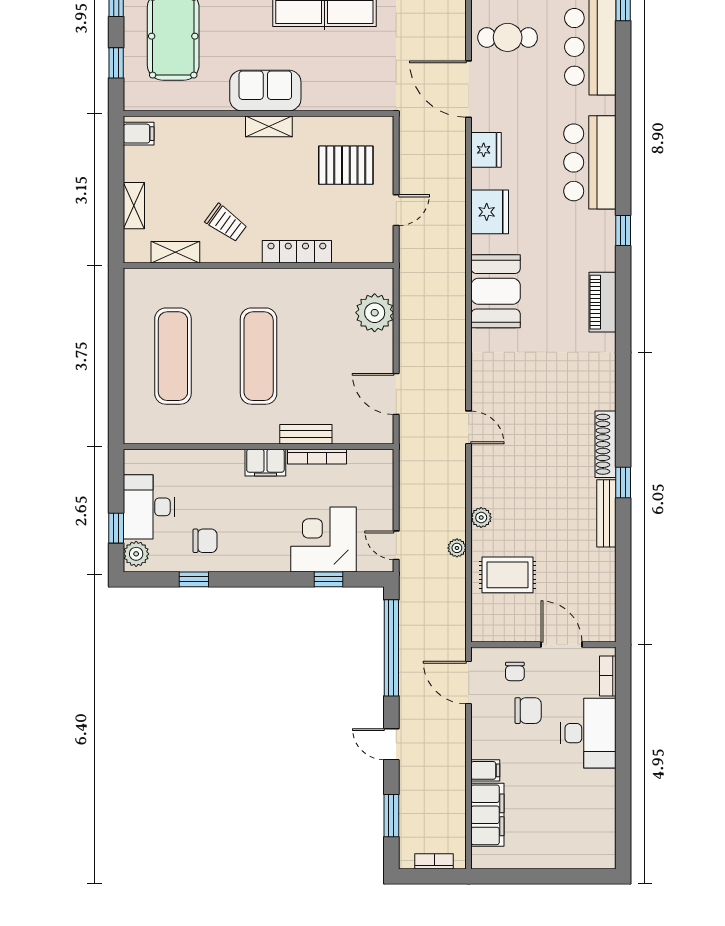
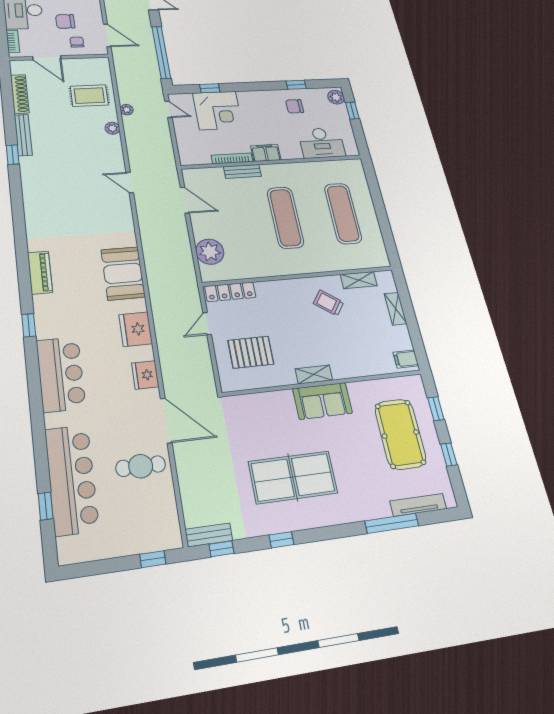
locker: (297, 252) -> (230, 292), moved
shoe rack: (606, 444) -> (20, 94), moved
desk: (149, 507) -> (322, 143), moved, turned 90

